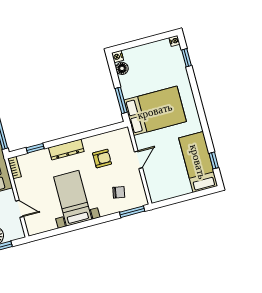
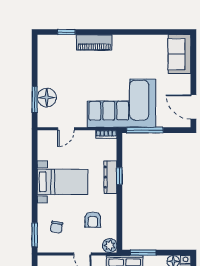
plant: (123, 135) -> (110, 245), added
window: (35, 148) -> (119, 176), moved
dresser: (66, 150) -> (110, 177), moved

